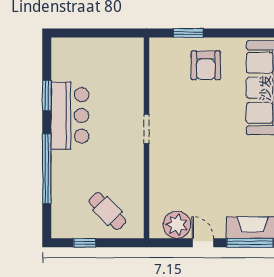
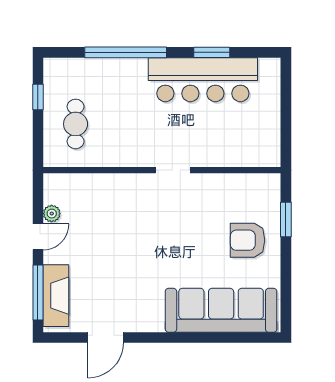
bar counter: (70, 115) -> (203, 80), width x1.36
cafe table: (107, 211) -> (76, 124), turned -46
plant: (177, 225) -> (52, 214), width x0.53, depth x0.53

